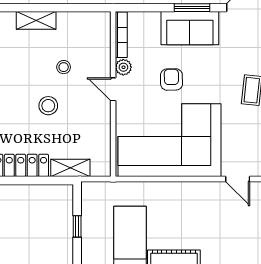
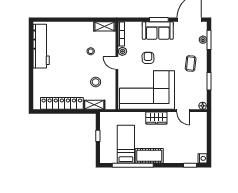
shelving: (36, 20) -> (104, 26), moved
stool: (48, 106) -> (96, 82), moved
wardrobe: (187, 193) -> (156, 118), added

